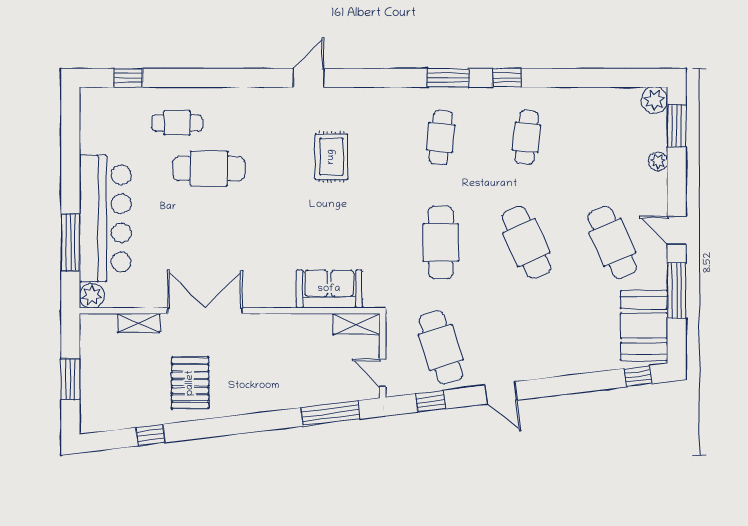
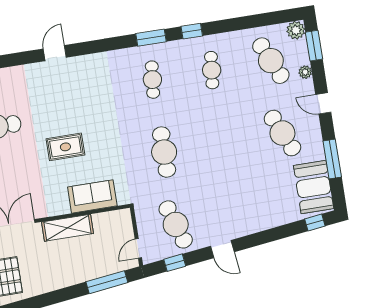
rug: (331, 157) -> (65, 147), moved, turned 90
door: (677, 230) -> (323, 103), moved
cafe table: (526, 242) -> (271, 61), moved
shelving: (356, 324) -> (67, 228), moved, width x1.50, depth x1.33
door: (383, 373) -> (138, 248), hinge flipped

